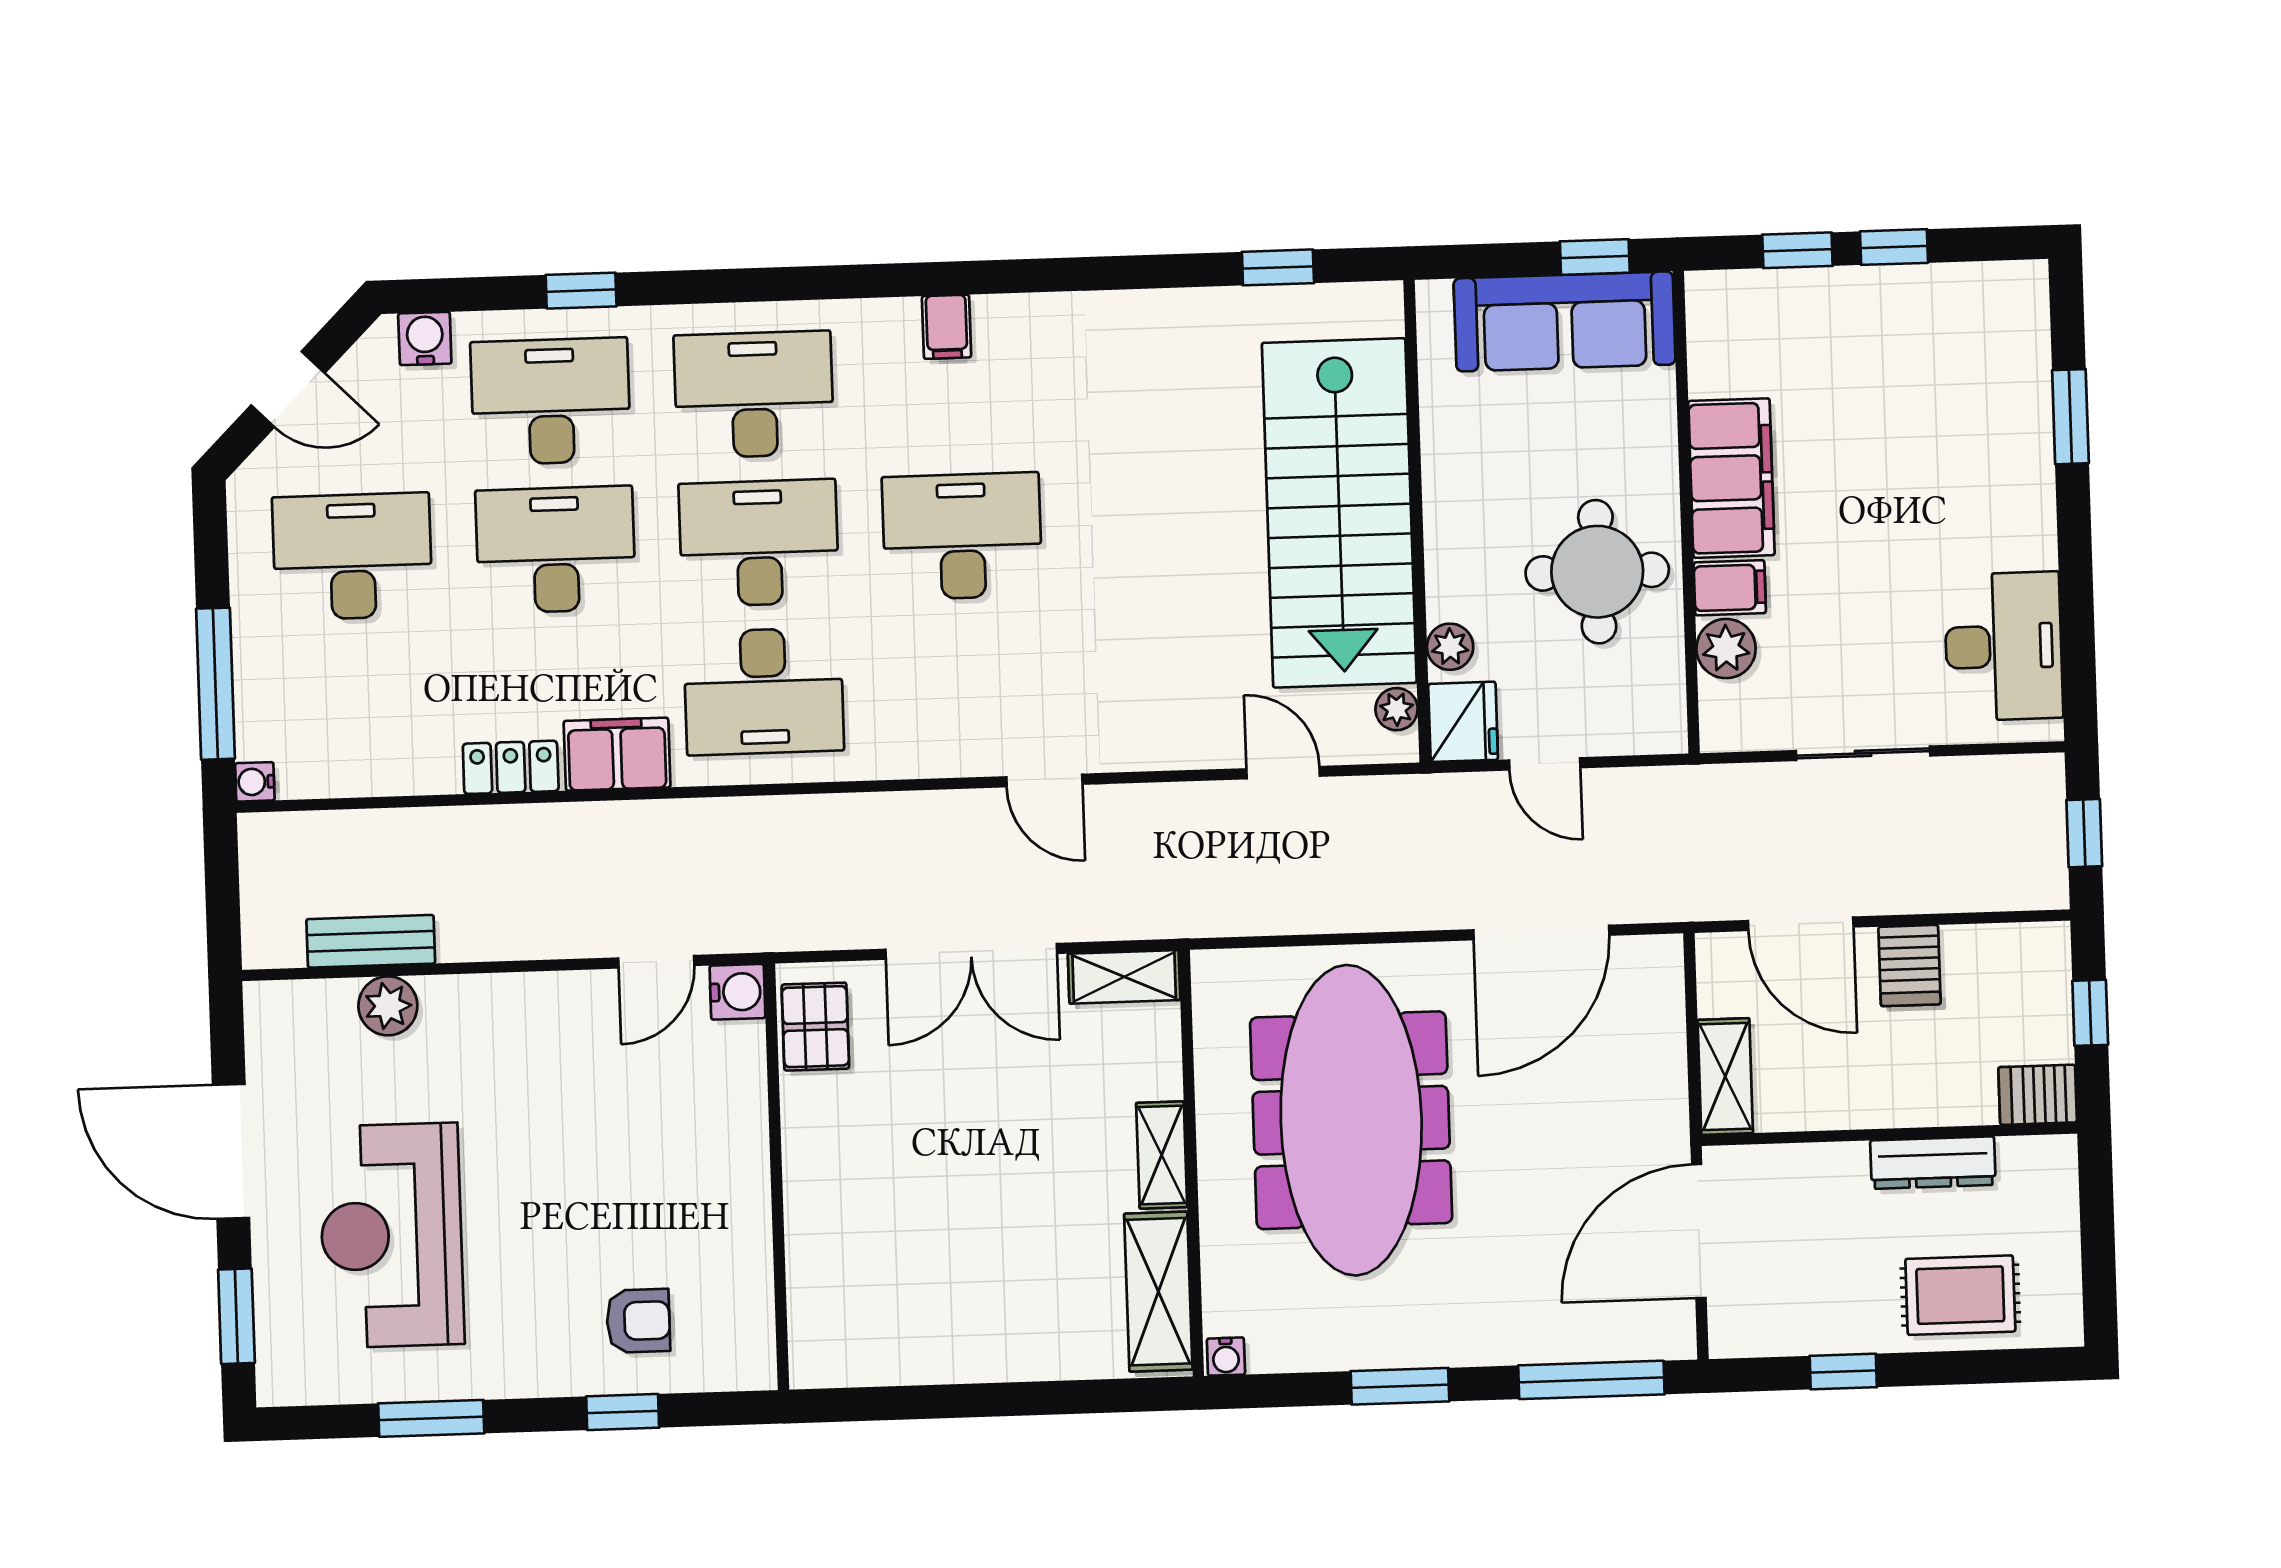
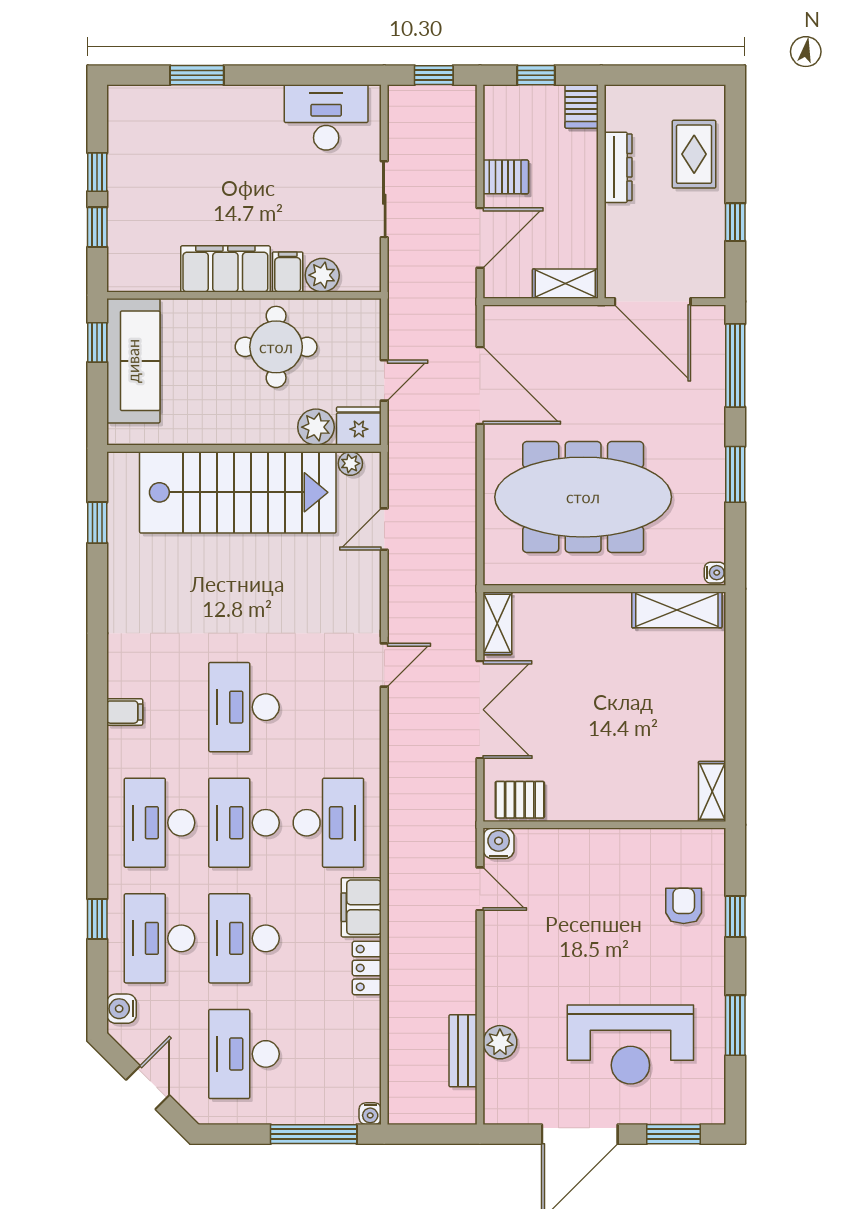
plant: (1450, 647) -> (316, 427), width x1.38, depth x1.38
shelving: (1162, 1155) -> (712, 791), moved, turned 90

